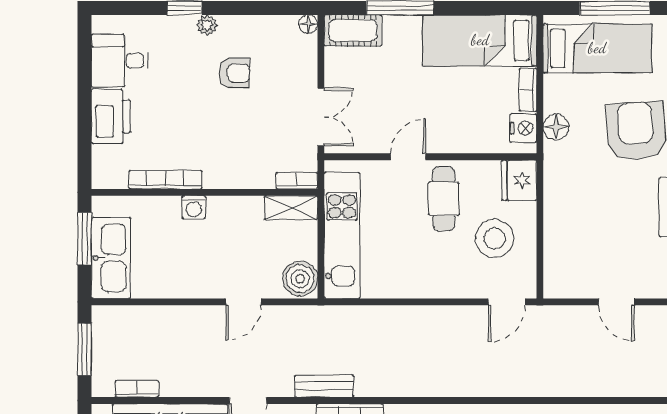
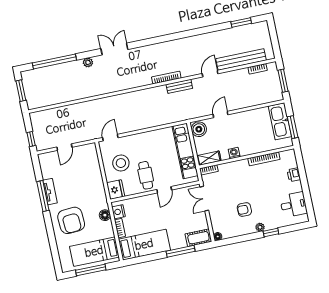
printer: (111, 116) -> (294, 175), width x0.53, depth x0.68
washing machine: (194, 207) -> (234, 153), moved
door: (616, 302) -> (64, 147), swing flipped

